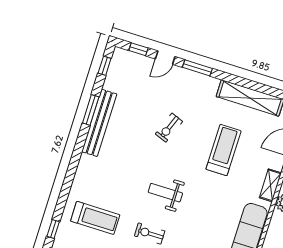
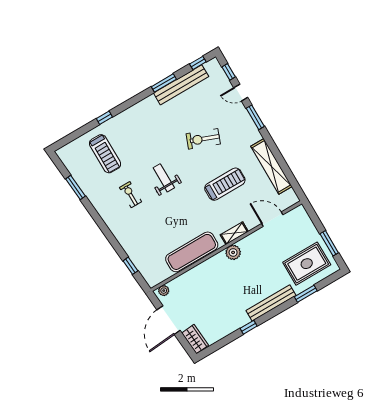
bench: (99, 123) -> (181, 85), moved
exercise bike: (169, 128) -> (203, 139), width x1.38, depth x1.39
window: (53, 229) -> (104, 118), moved

